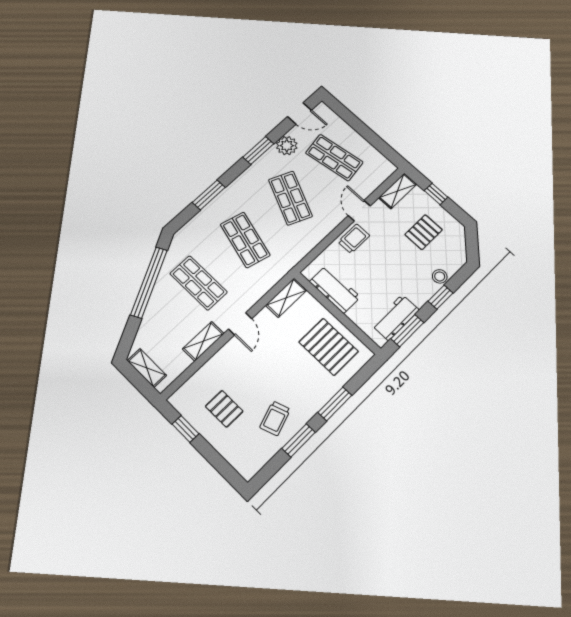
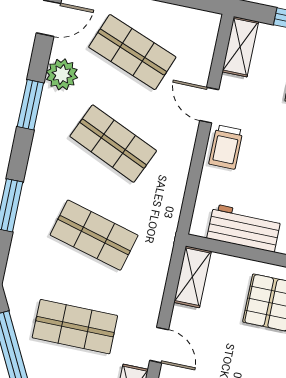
shop shelf: (334, 158) -> (132, 52), turned 30
trolley: (354, 239) -> (226, 147), turned 180

